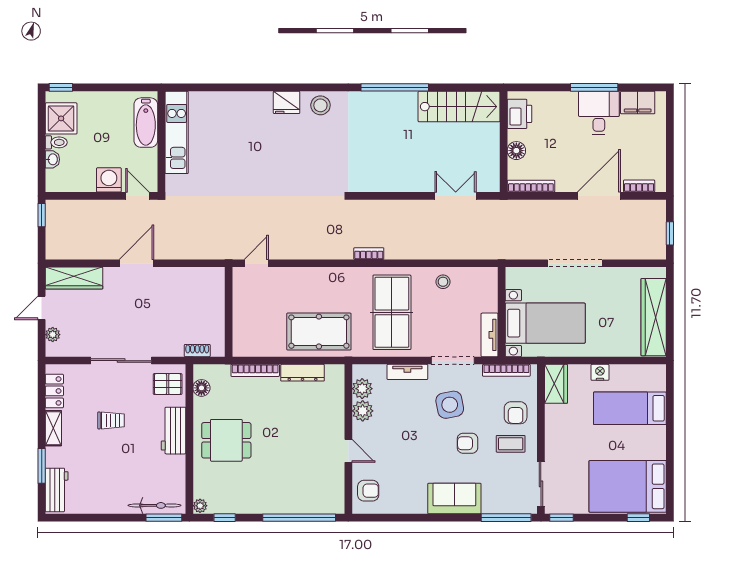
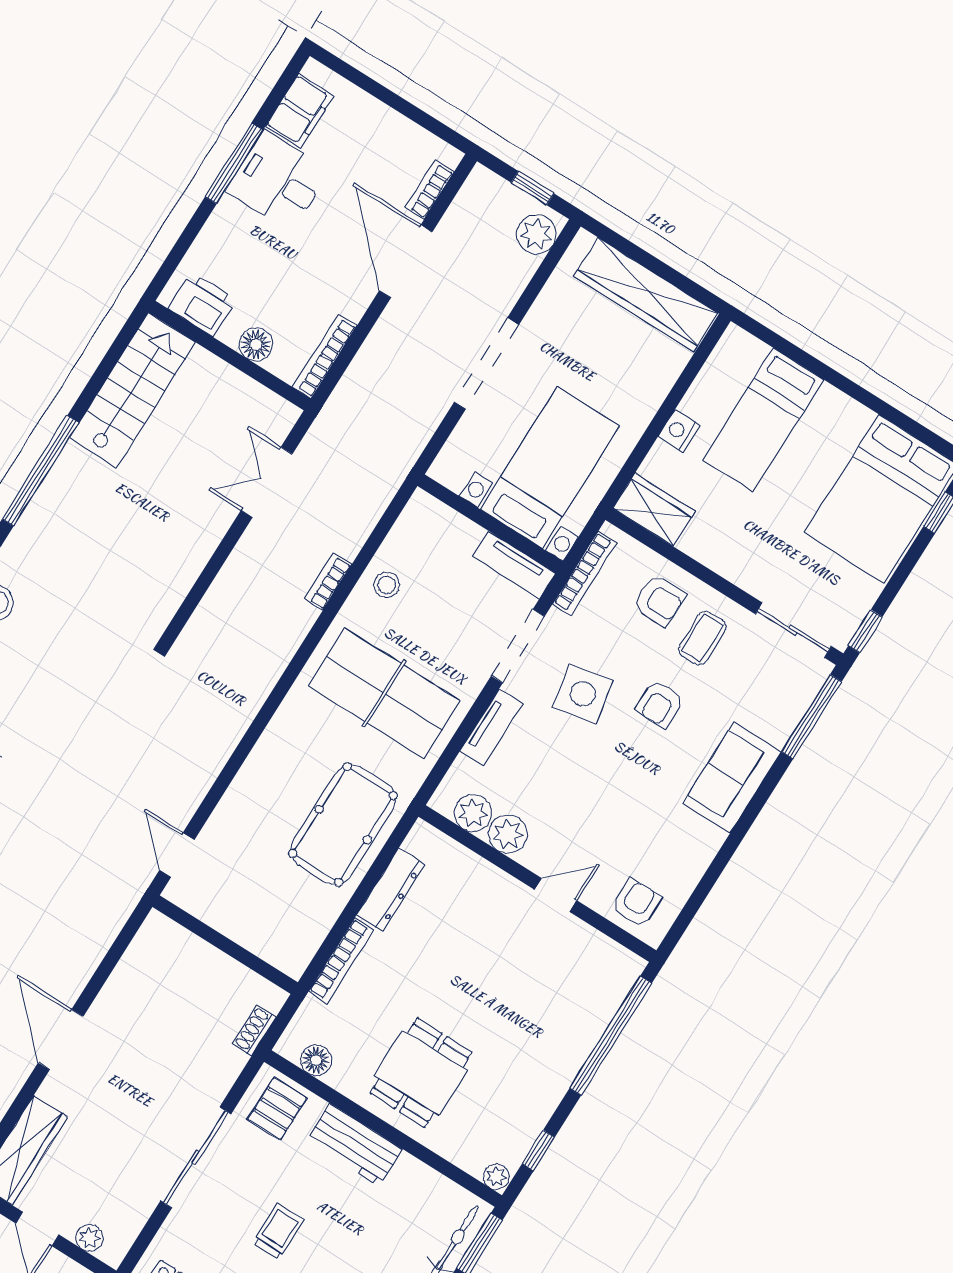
plant: (650, 249) -> (536, 234), added
bookcase: (369, 254) -> (328, 582), moved

